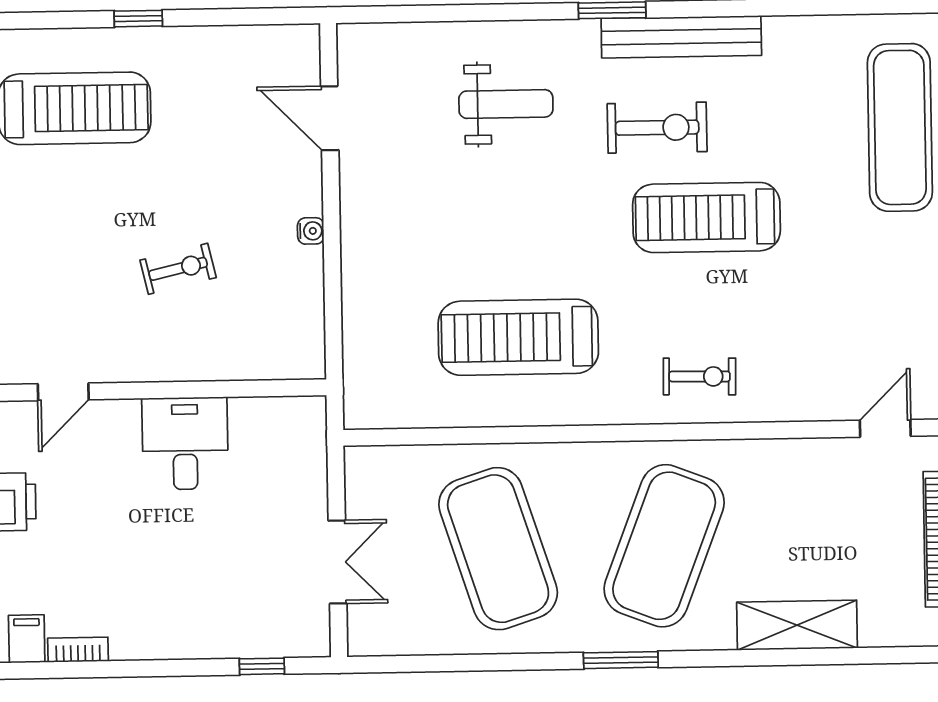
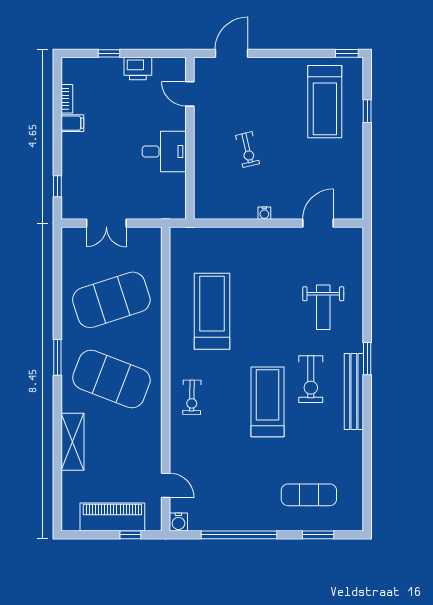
window: (138, 19) -> (367, 111), moved
exercise mat: (900, 127) -> (309, 495), width x0.73, depth x0.69
filing cabinet: (27, 639) -> (72, 123), moved

